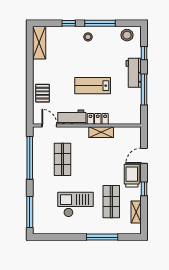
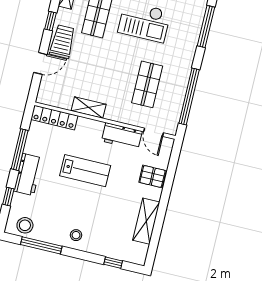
window: (69, 23) -> (113, 263), moved
window: (100, 23) -> (41, 245), moved
shelving: (39, 43) -> (146, 221), moved
pallet: (42, 93) -> (152, 176), turned 90
locker: (98, 119) -> (54, 118), moved, width x1.53
trolley: (132, 176) -> (62, 42), turned 180

